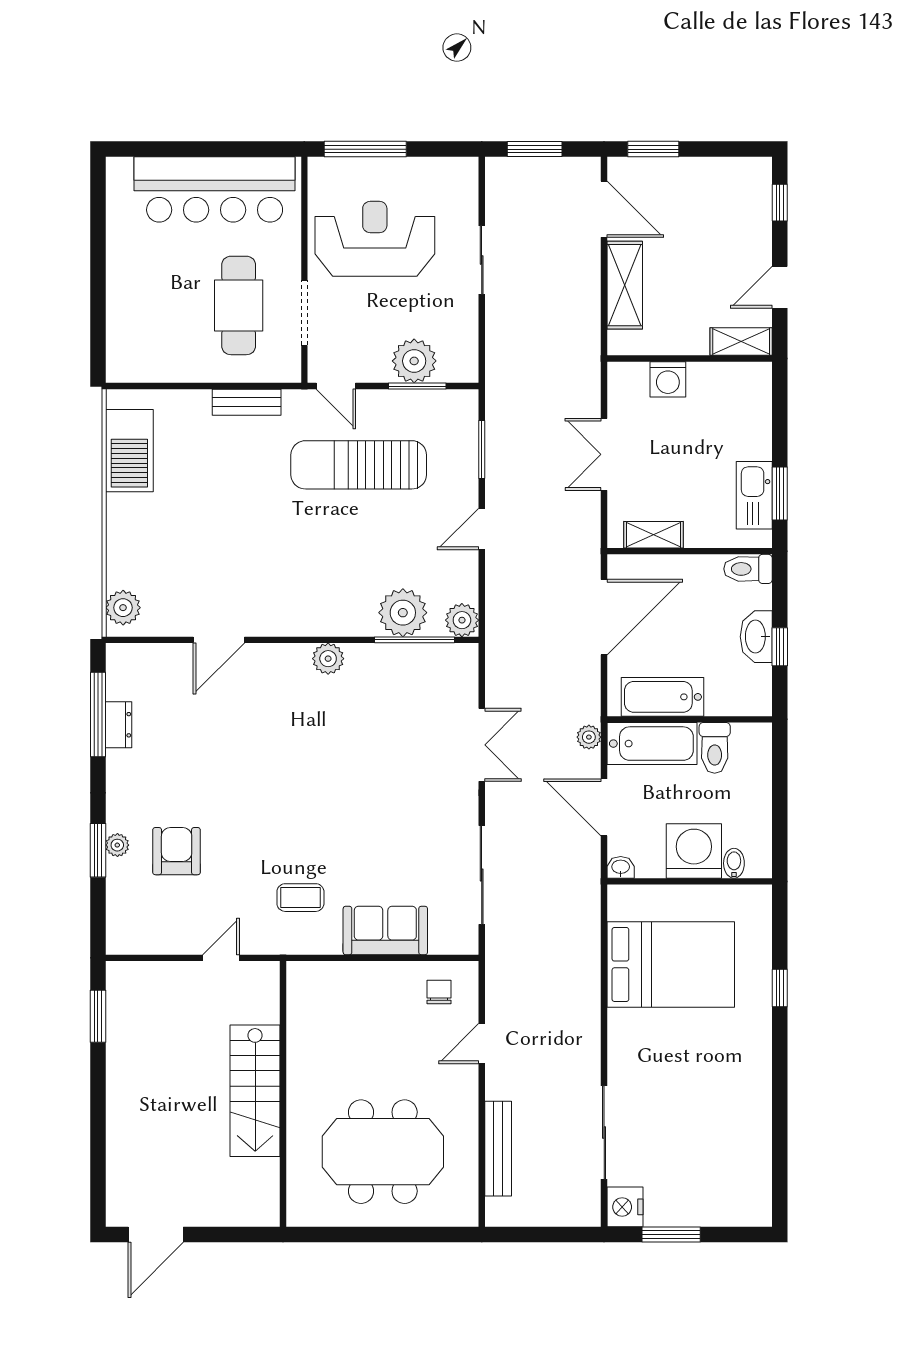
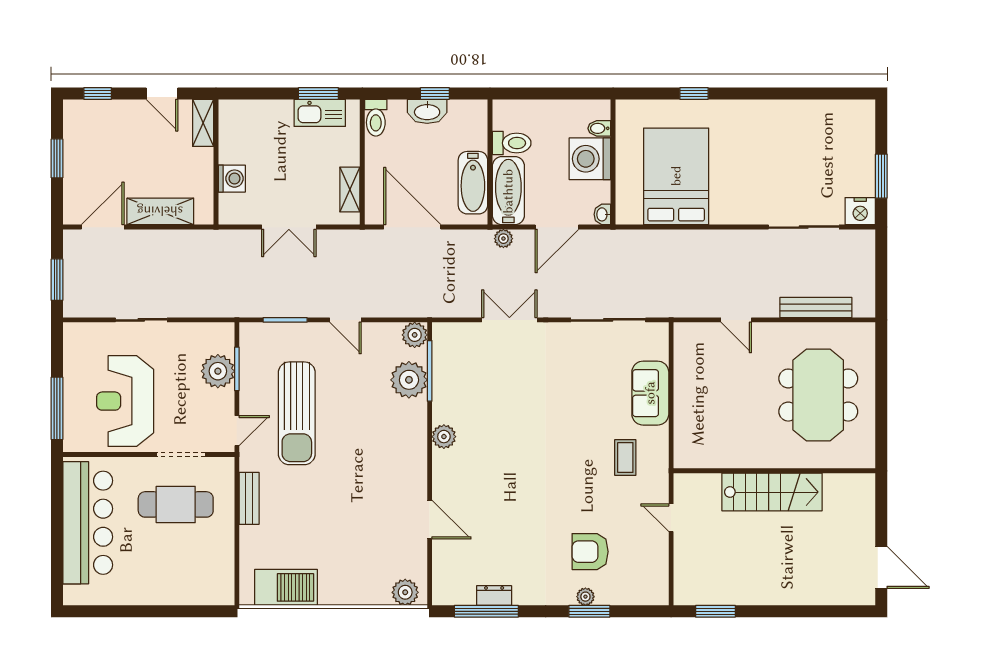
window: (653, 149) -> (57, 158), moved
chair: (439, 992) -> (697, 352), removed

